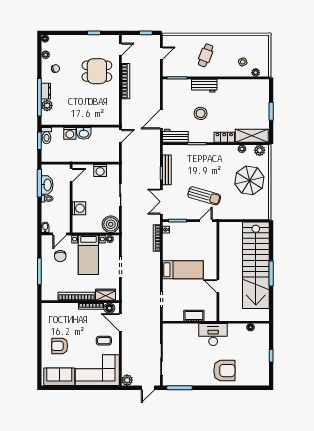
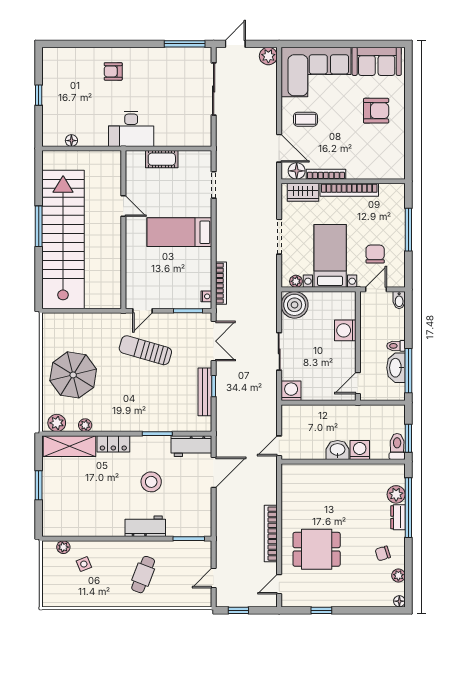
washing machine: (100, 171) -> (291, 391), moved
armchair: (224, 371) -> (113, 71), width x0.53, depth x0.53

